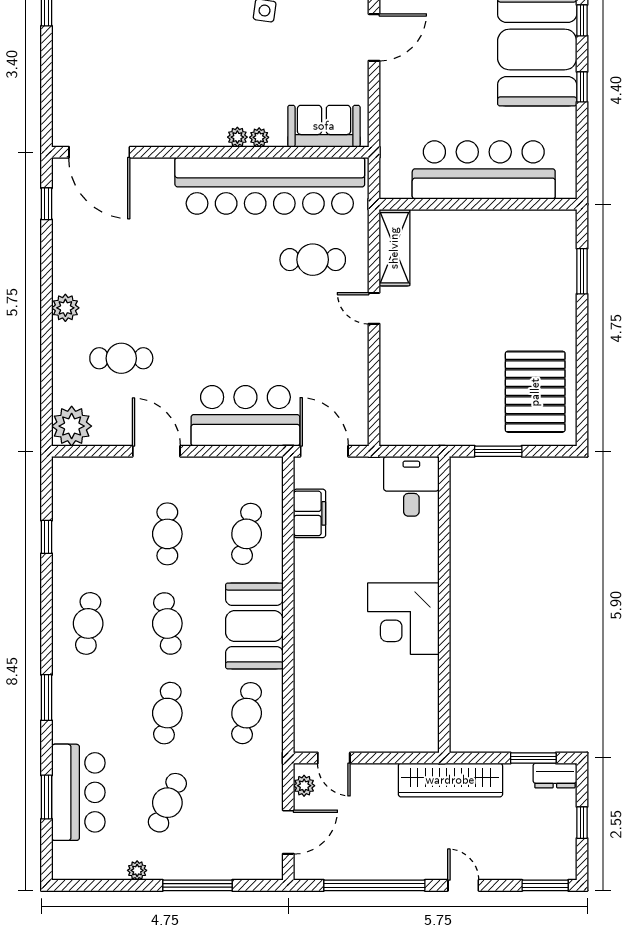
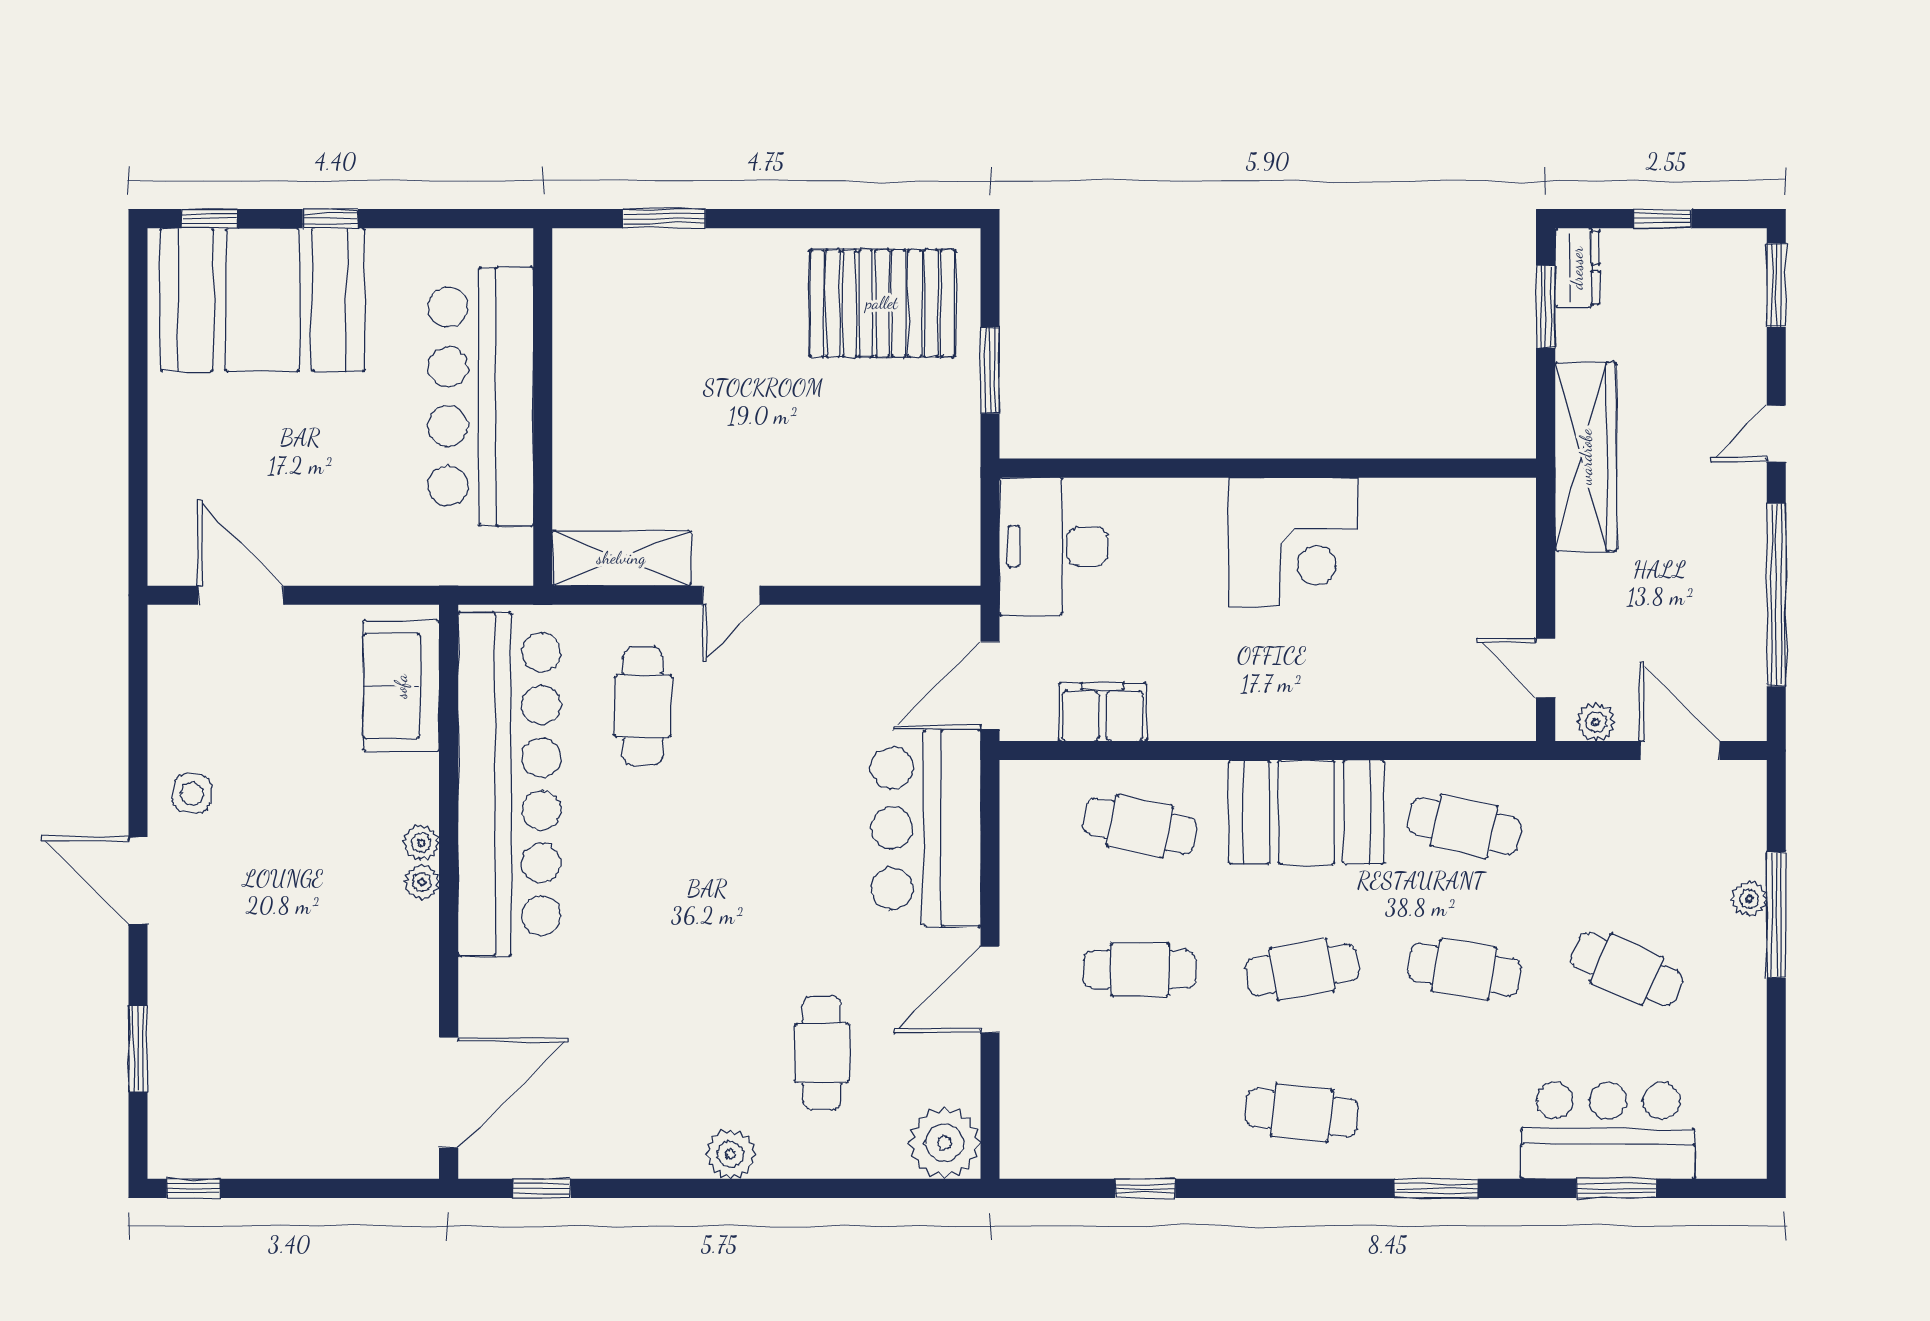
plant: (259, 137) -> (422, 882), moved
desk: (411, 486) -> (1054, 546), width x1.37
door: (334, 758) -> (1546, 668), swing flipped
plant: (137, 870) -> (1749, 899), moved

